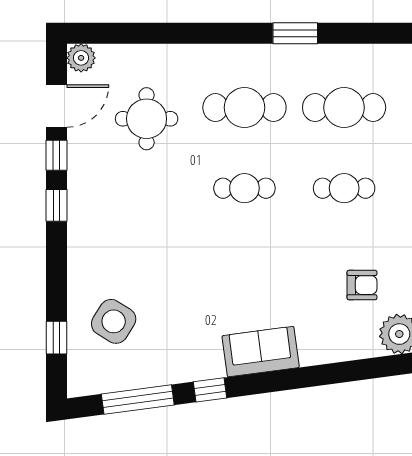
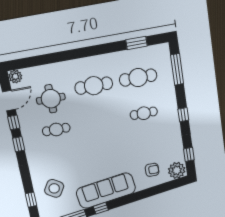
window: (295, 33) -> (136, 43), moved
cafe table: (244, 188) -> (56, 130), moved
armchair: (362, 285) -> (152, 170), moved
sofa: (261, 352) -> (106, 191), width x1.85, depth x1.27

